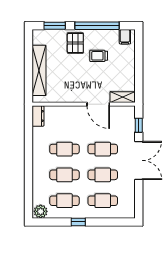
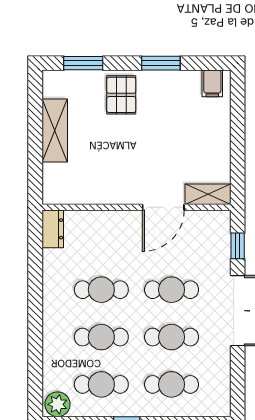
window: (97, 26) -> (161, 63), width x0.47
trolley: (99, 56) -> (164, 118), removed
shelving: (39, 70) -> (55, 130), width x0.68
door: (98, 104) -> (163, 207), hinge flipped

